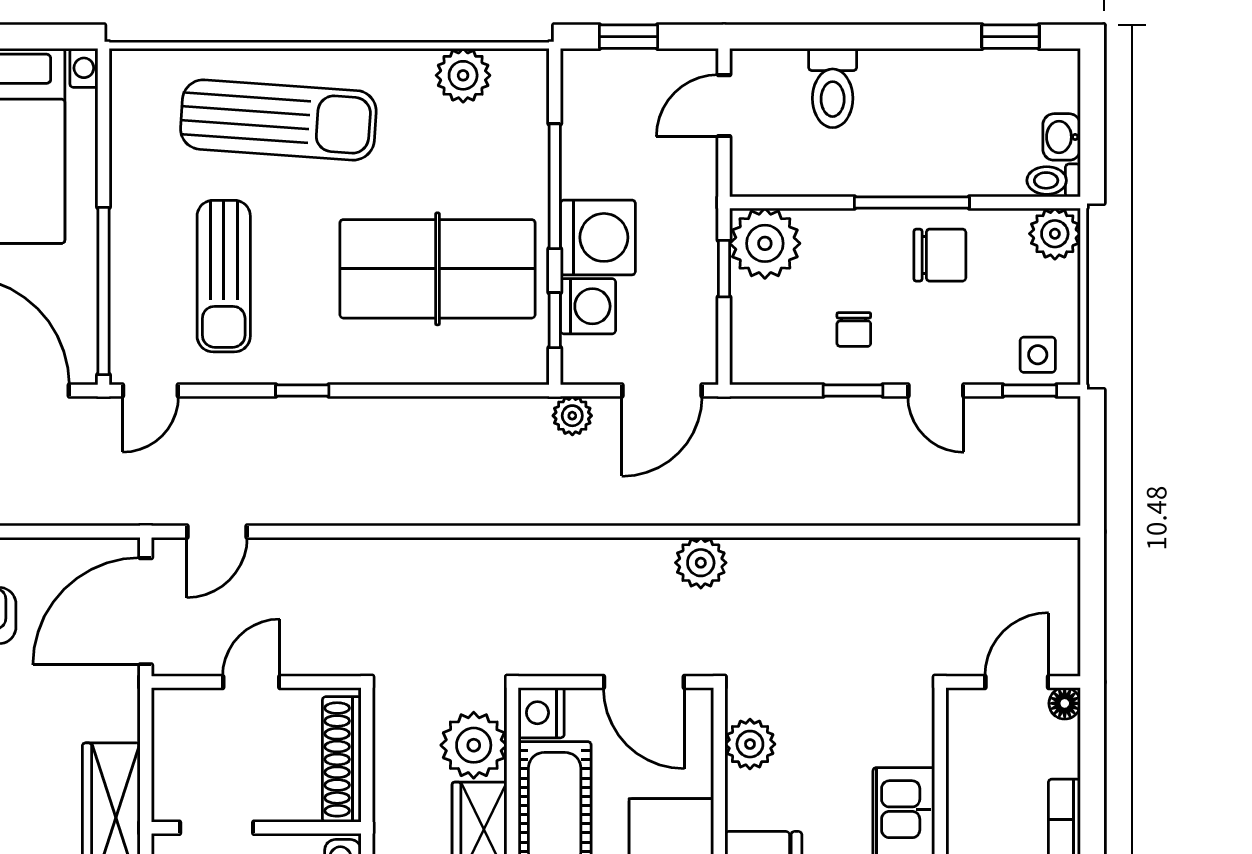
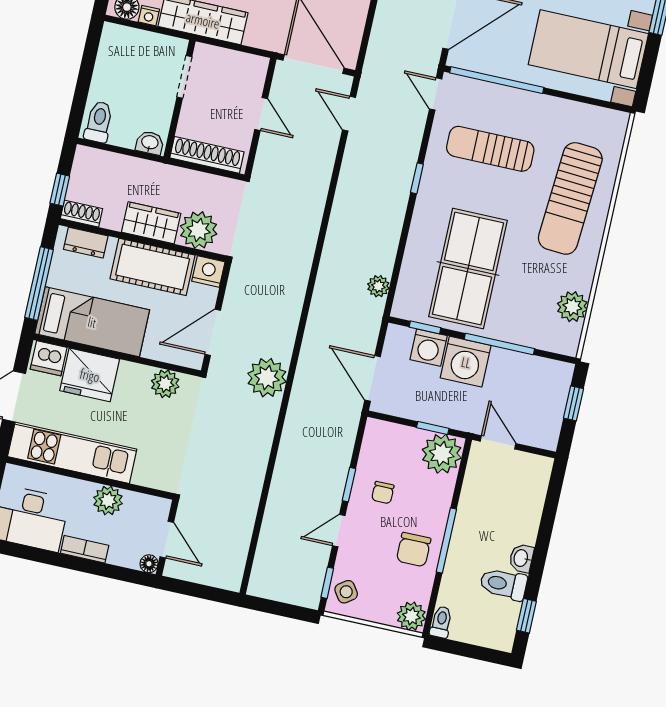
toilet: (833, 88) -> (503, 584), moved
door: (724, 106) -> (498, 442), moved
washbasin: (1062, 137) -> (521, 558), moved, turned -90
chair: (854, 330) -> (383, 493), turned -90
side table: (1038, 355) -> (346, 592), turned -35
plant: (572, 416) -> (378, 286), moved
plant: (701, 563) -> (267, 378), width x1.36, depth x1.36
plant: (972, 798) -> (108, 501), added

